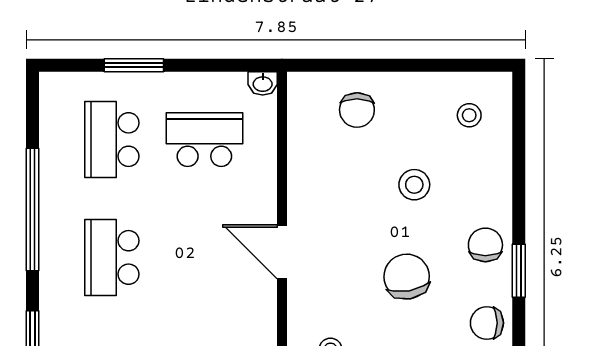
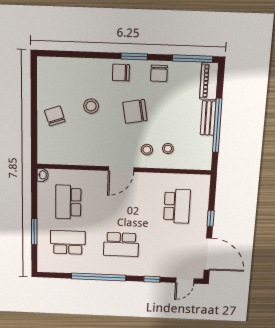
chair: (357, 110) -> (55, 116), moved, turned -110
stool: (469, 115) -> (147, 150), moved
school desk: (112, 140) -> (68, 242), turned 180

